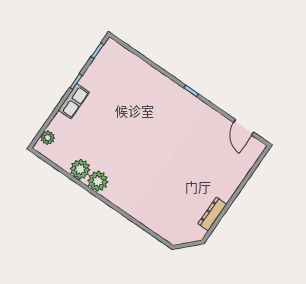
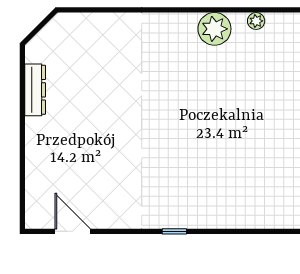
plant: (80, 169) -> (256, 21), width x0.53, depth x0.53

